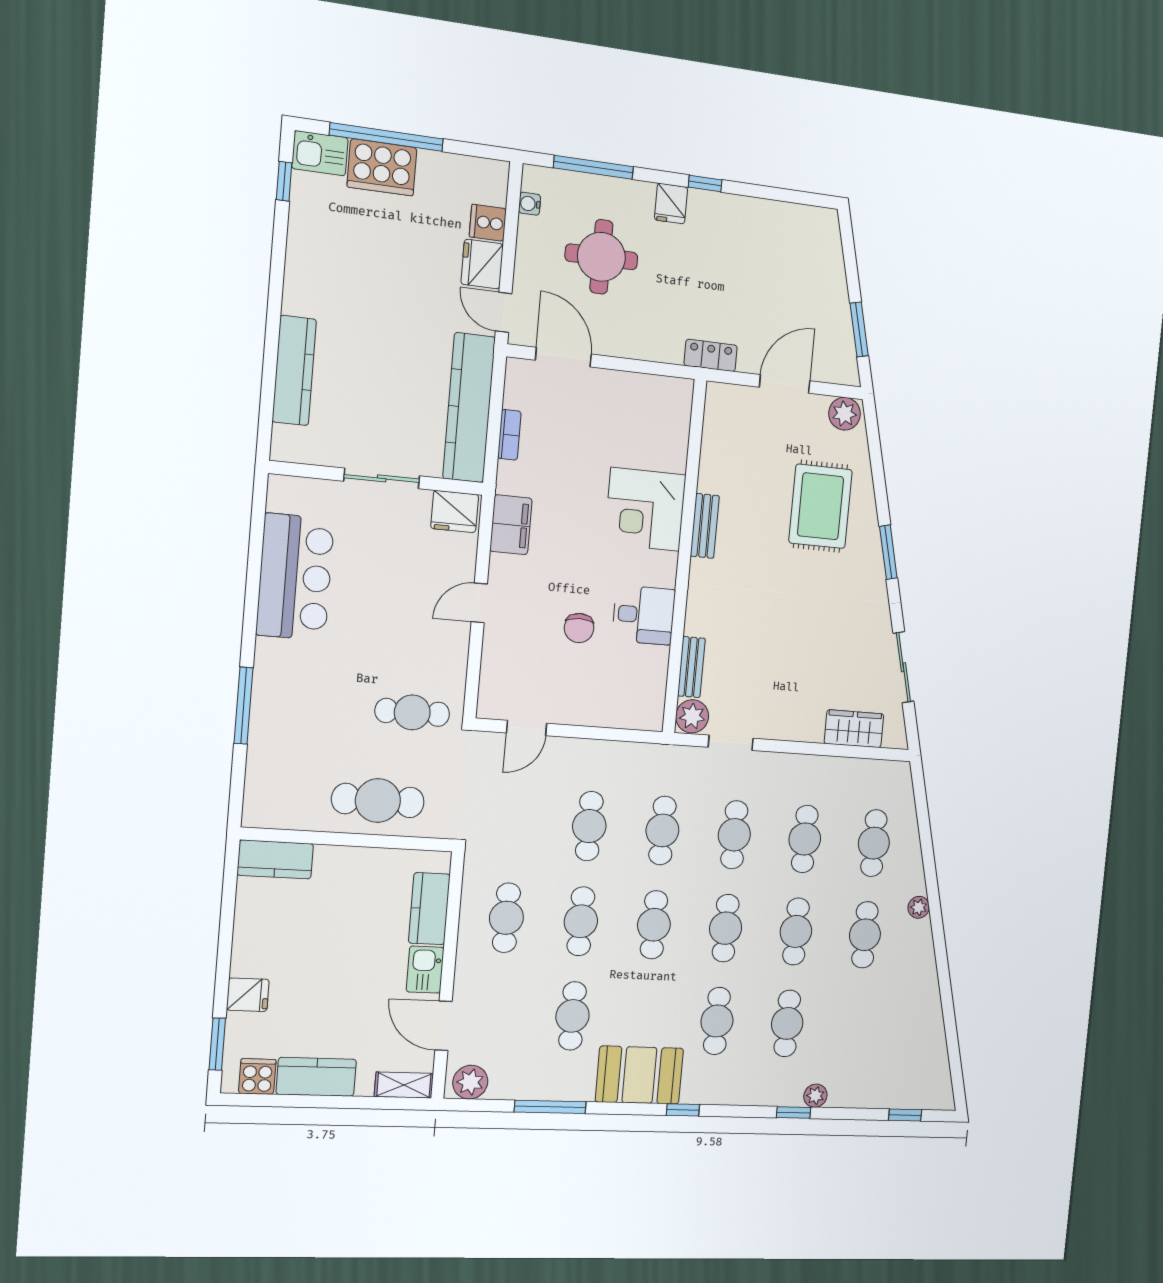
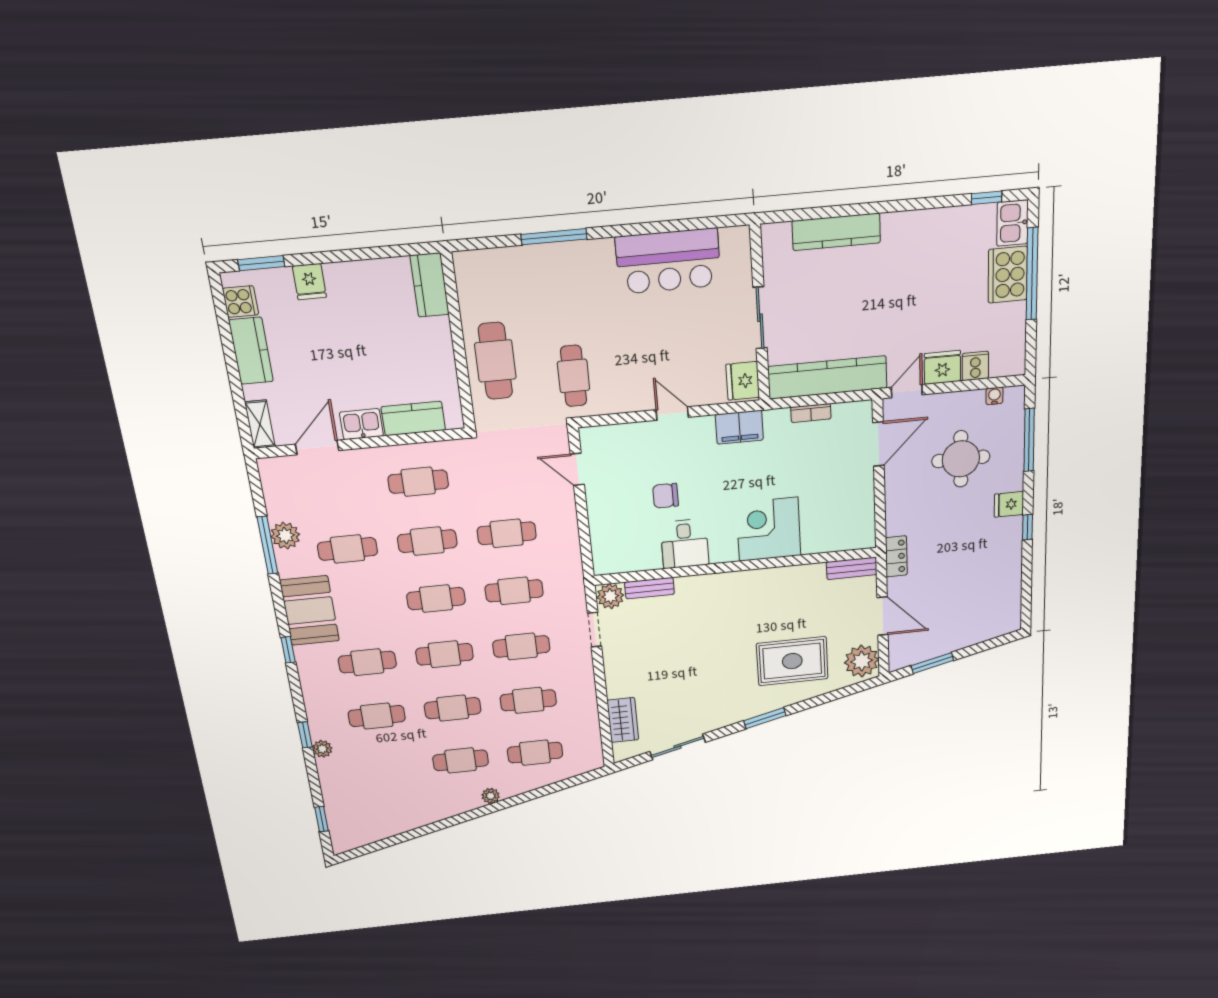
plant: (844, 414) -> (862, 661), width x1.36, depth x1.36
bench: (705, 526) -> (852, 568), moved
plant: (470, 1082) -> (285, 536), moved

